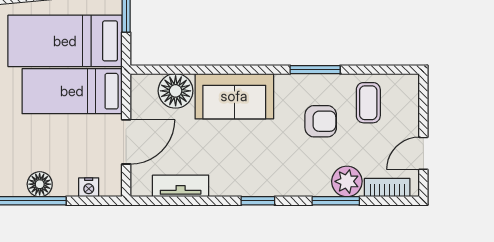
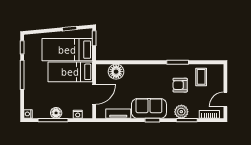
sofa: (234, 96) -> (149, 108), moved, turned 180
armchair: (321, 121) -> (180, 85), turned 180
plant: (347, 181) -> (181, 112), moved

